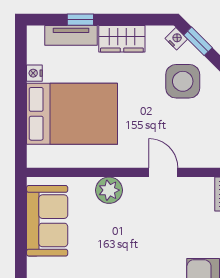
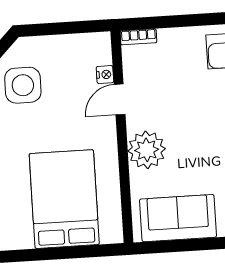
nightstand: (34, 73) -> (105, 75), moved, turned -90
plant: (109, 190) -> (147, 150), width x1.36, depth x1.36

